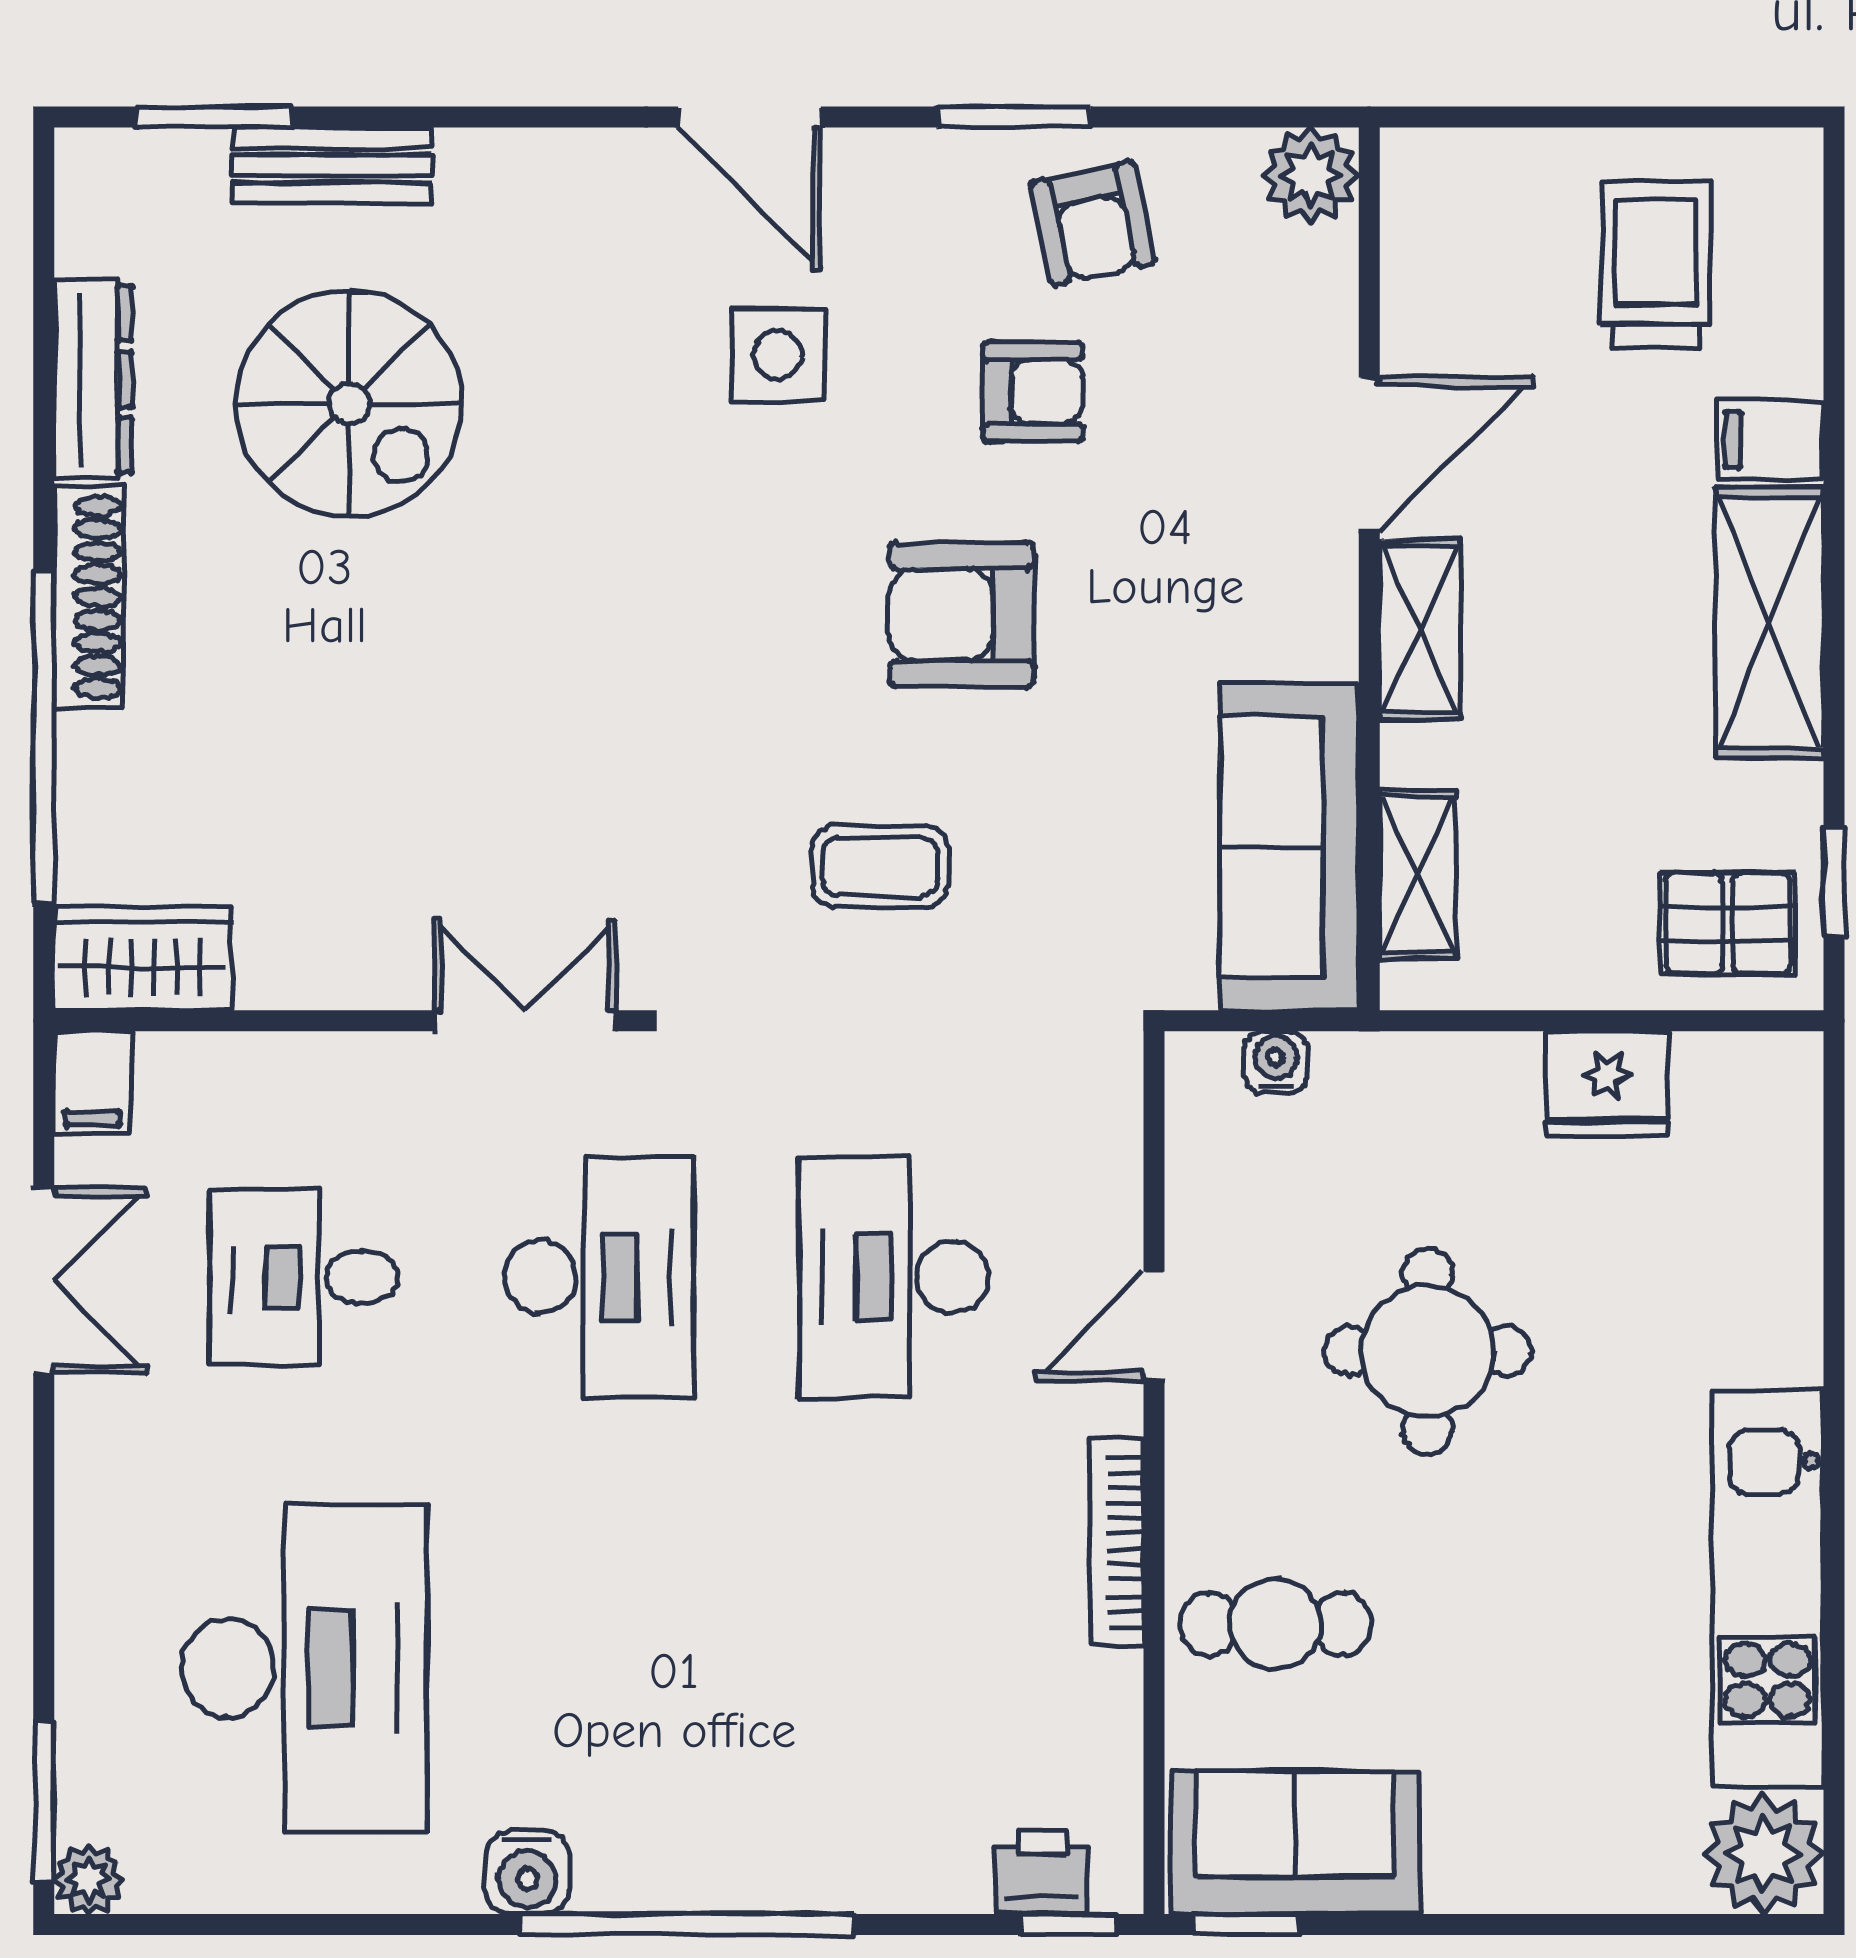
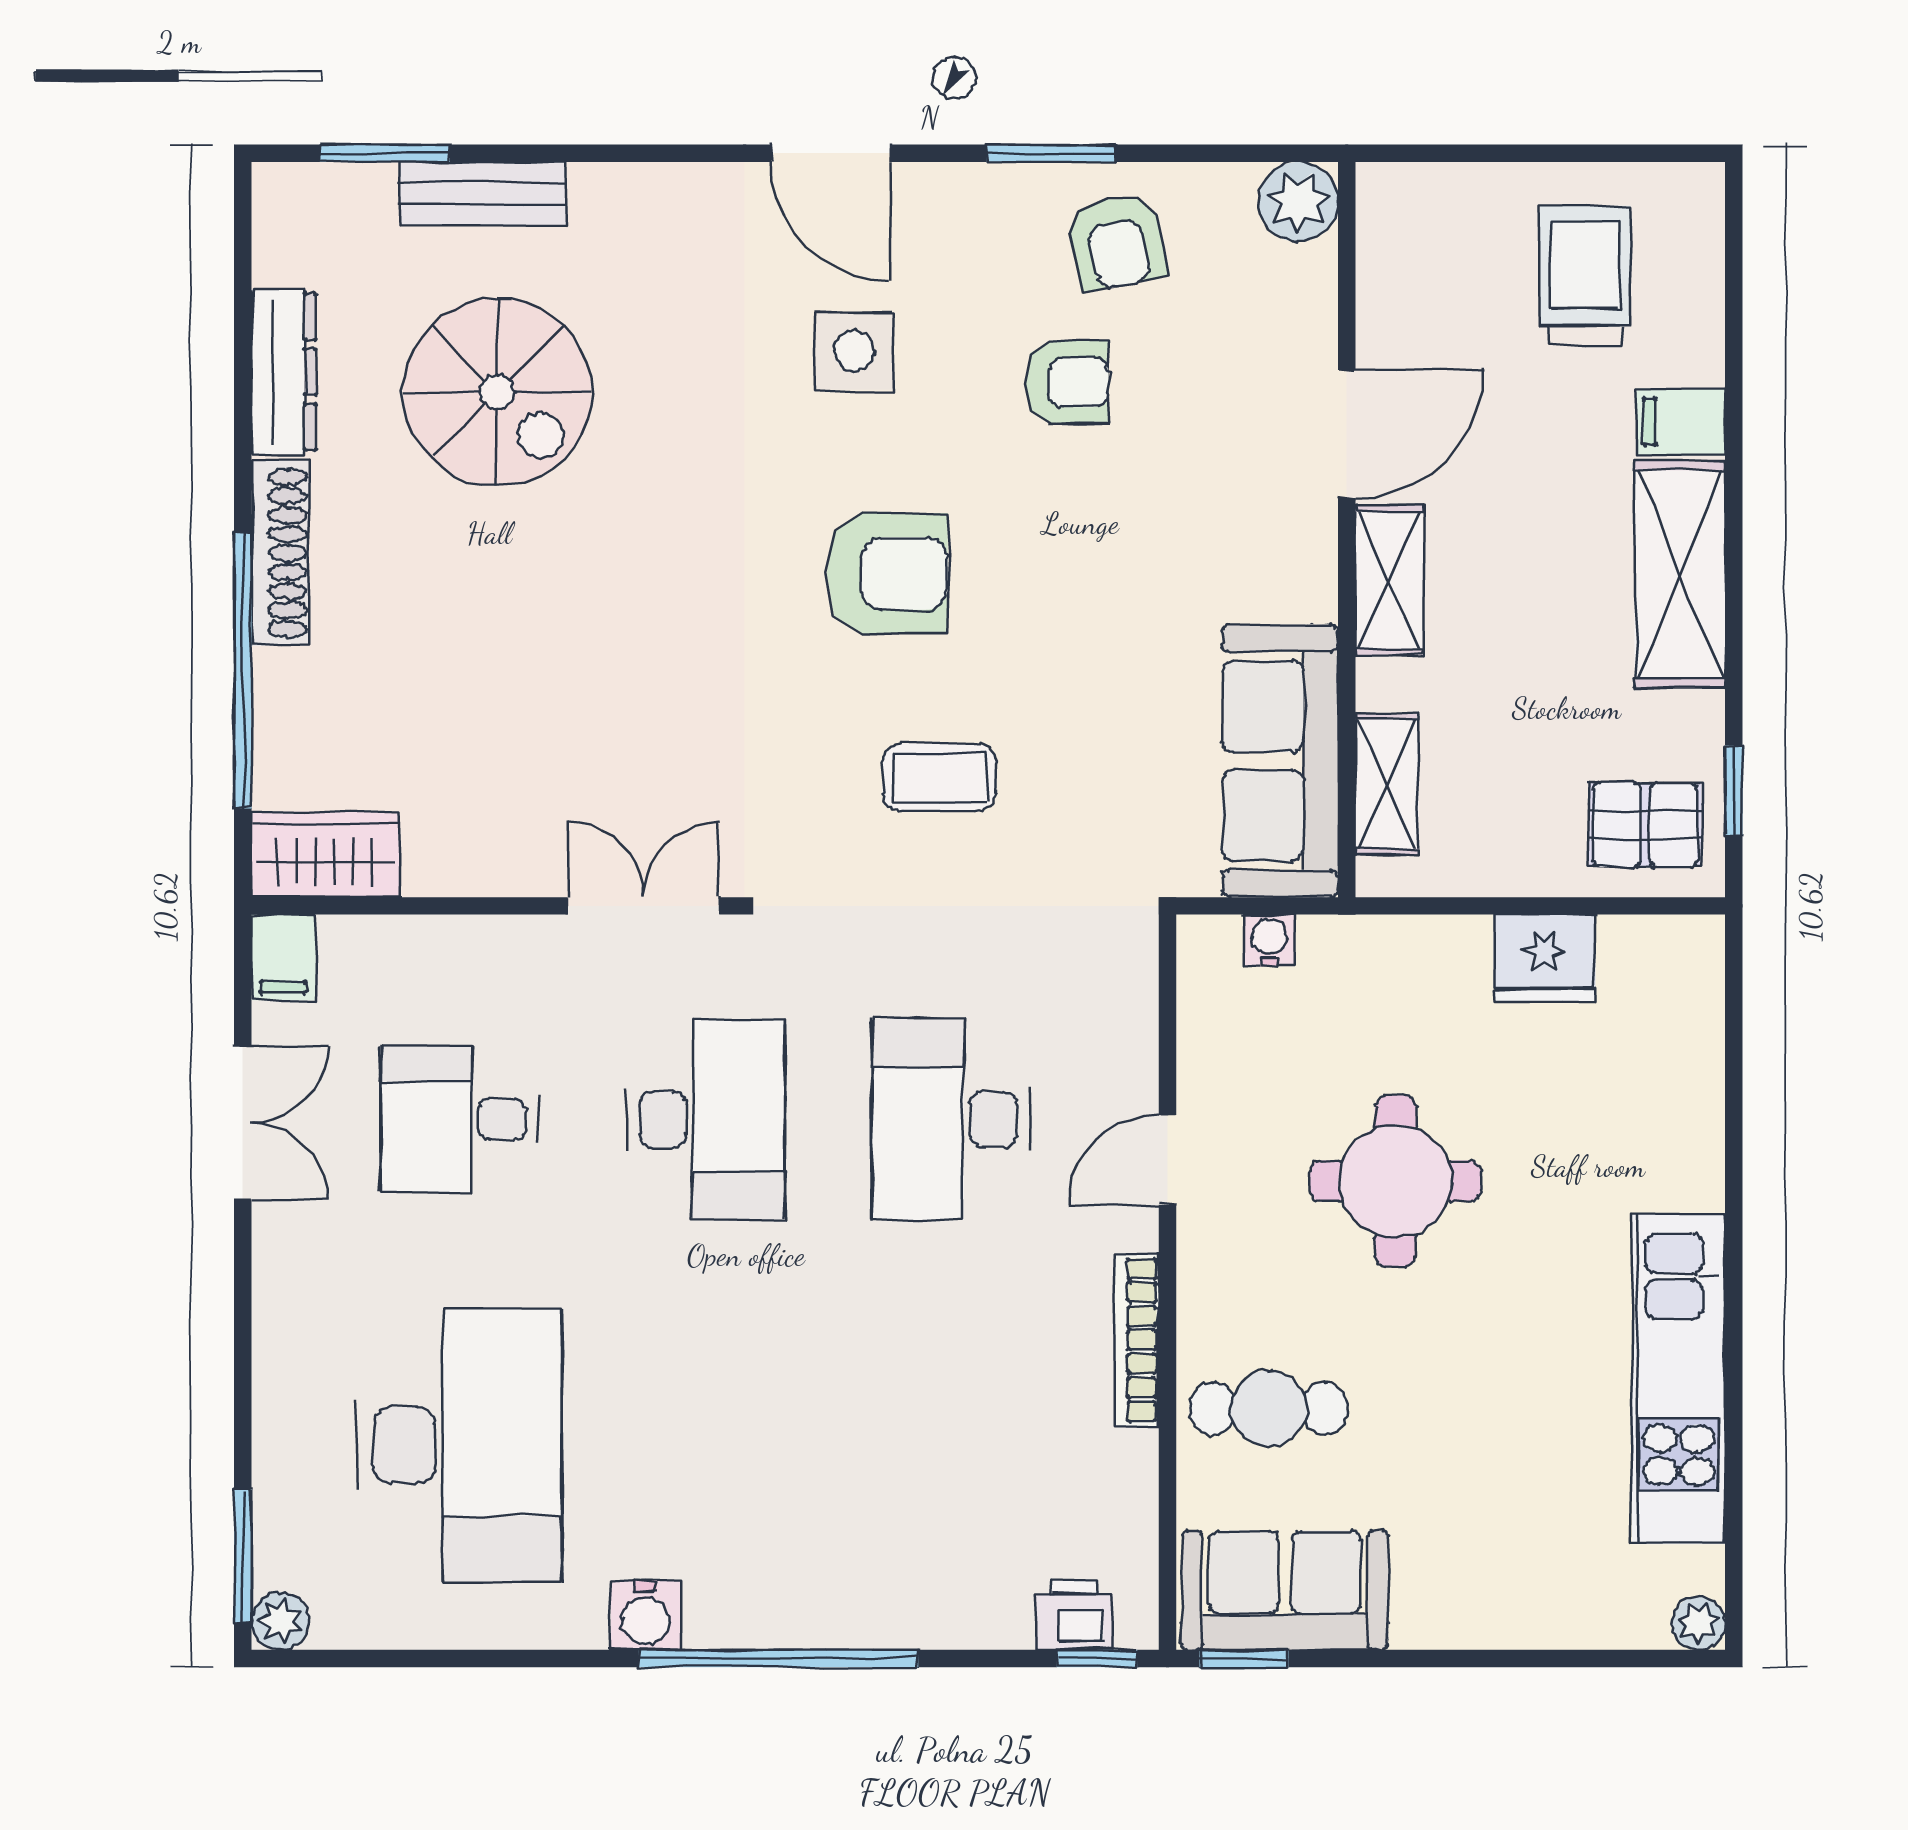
armchair: (961, 615) -> (887, 573), moved, turned 180
plant: (1763, 1854) -> (1699, 1623), width x0.53, depth x0.53

